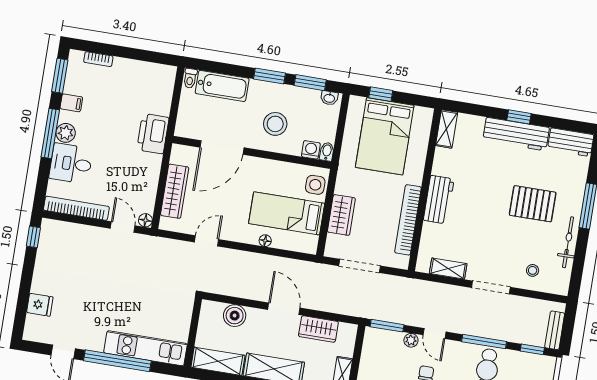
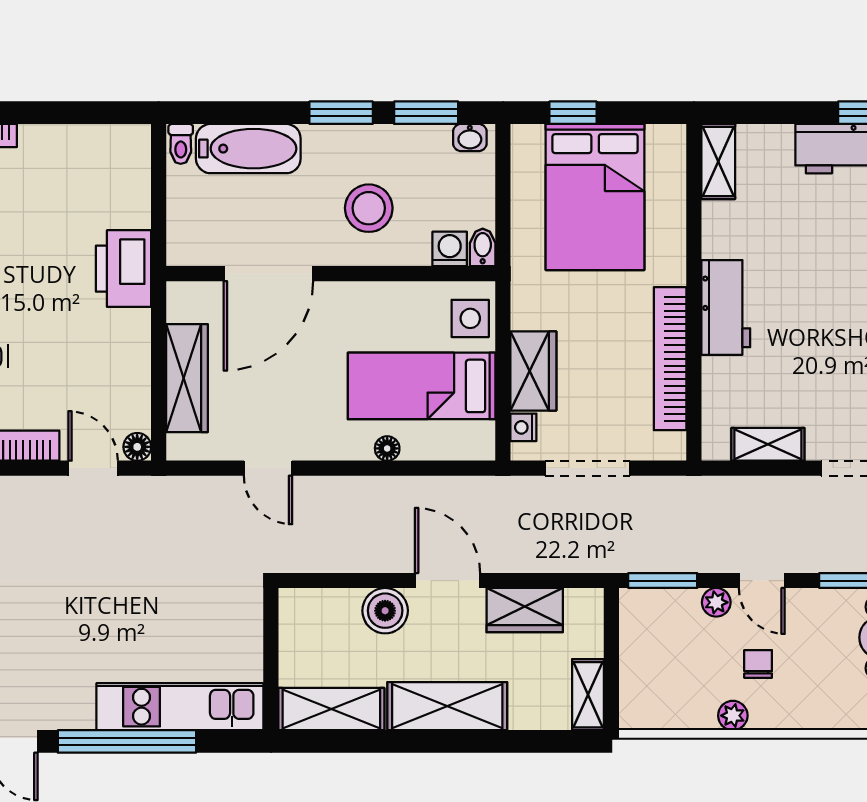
door: (206, 241) -> (268, 468), swing flipped
nightstand: (332, 241) -> (523, 427), added
boiler: (235, 316) -> (385, 611), moved

